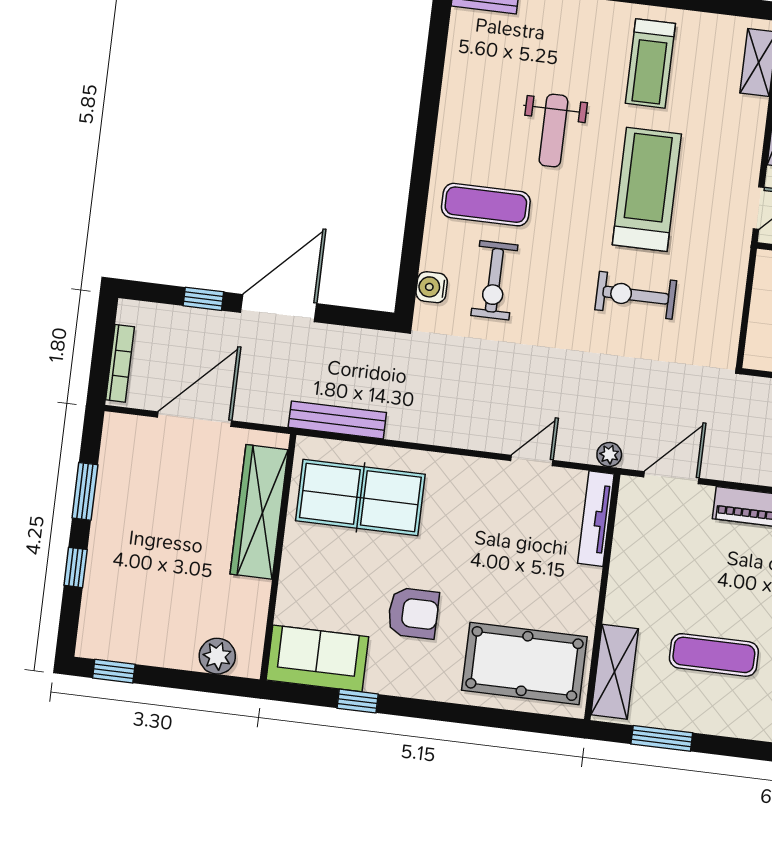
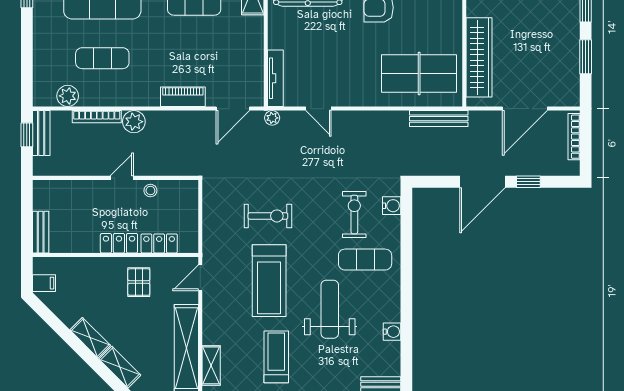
water cooler: (456, 81) -> (392, 332), added
weight bench: (553, 131) -> (330, 309), width x1.36, depth x1.33
door: (532, 461) -> (318, 109), hinge flipped

